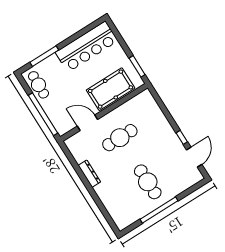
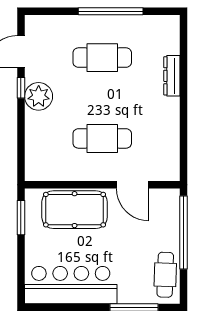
plant: (169, 139) -> (39, 96), added
dresser: (89, 174) -> (172, 76), moved
cafe table: (148, 182) -> (102, 58), turned 90

